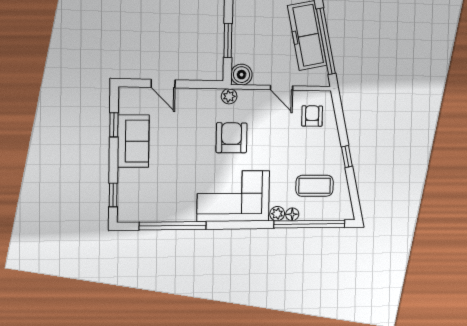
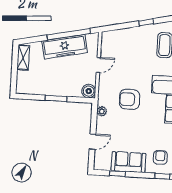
window: (228, 40) -> (56, 98), moved
plant: (229, 96) -> (102, 111), moved
armchair: (312, 116) -> (160, 157), moved, turned 90

